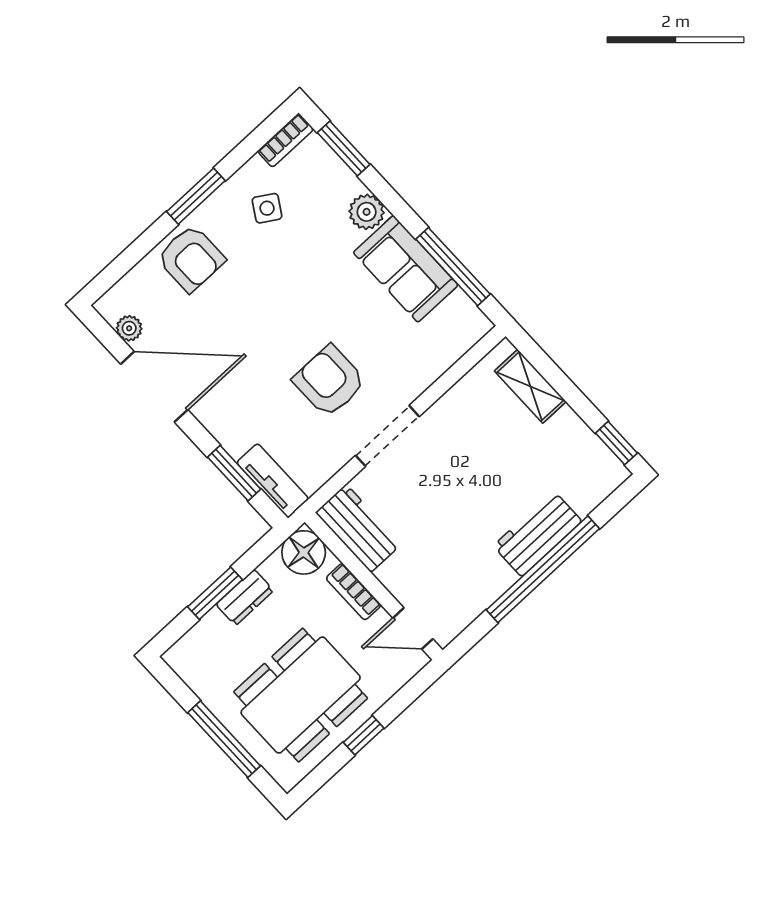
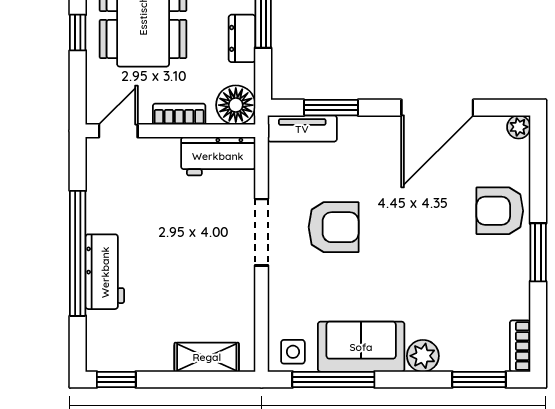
side table: (267, 208) -> (293, 352), moved, turned -32
plant: (129, 328) -> (519, 127), moved

